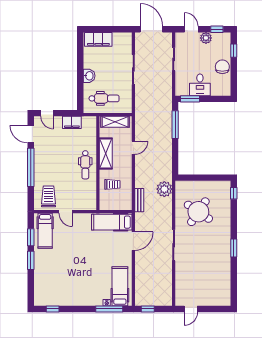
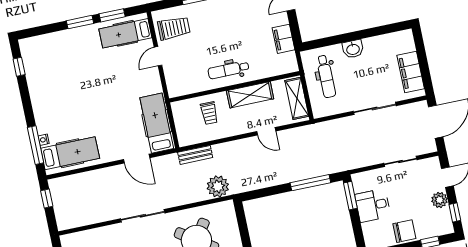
filing cabinet: (98, 39) -> (411, 72), moved

